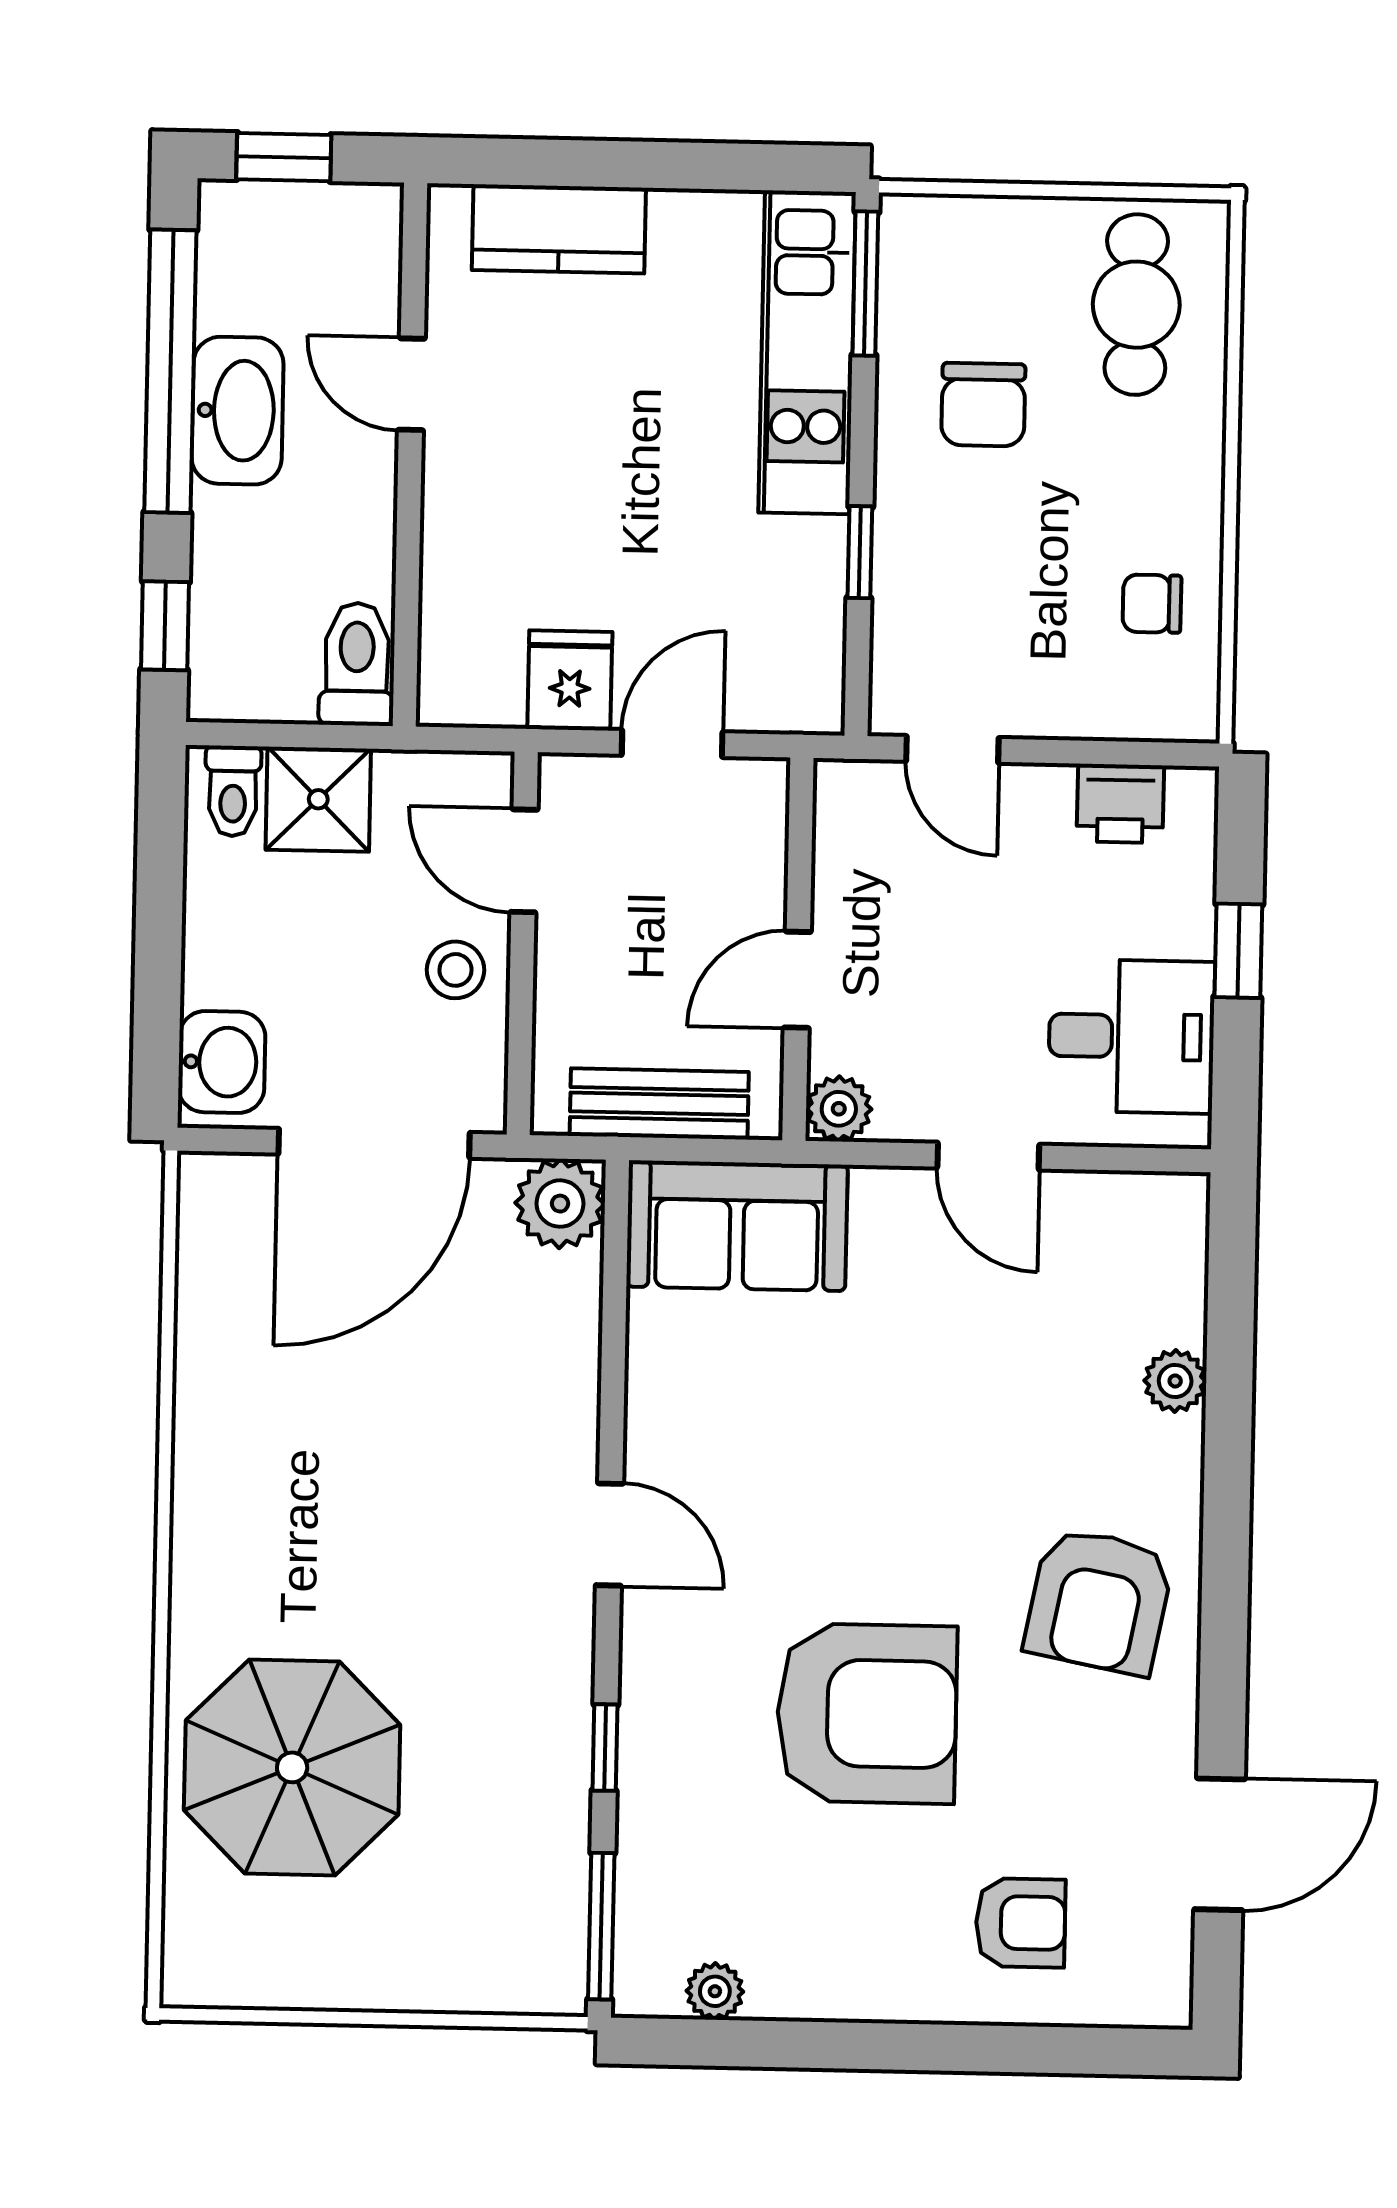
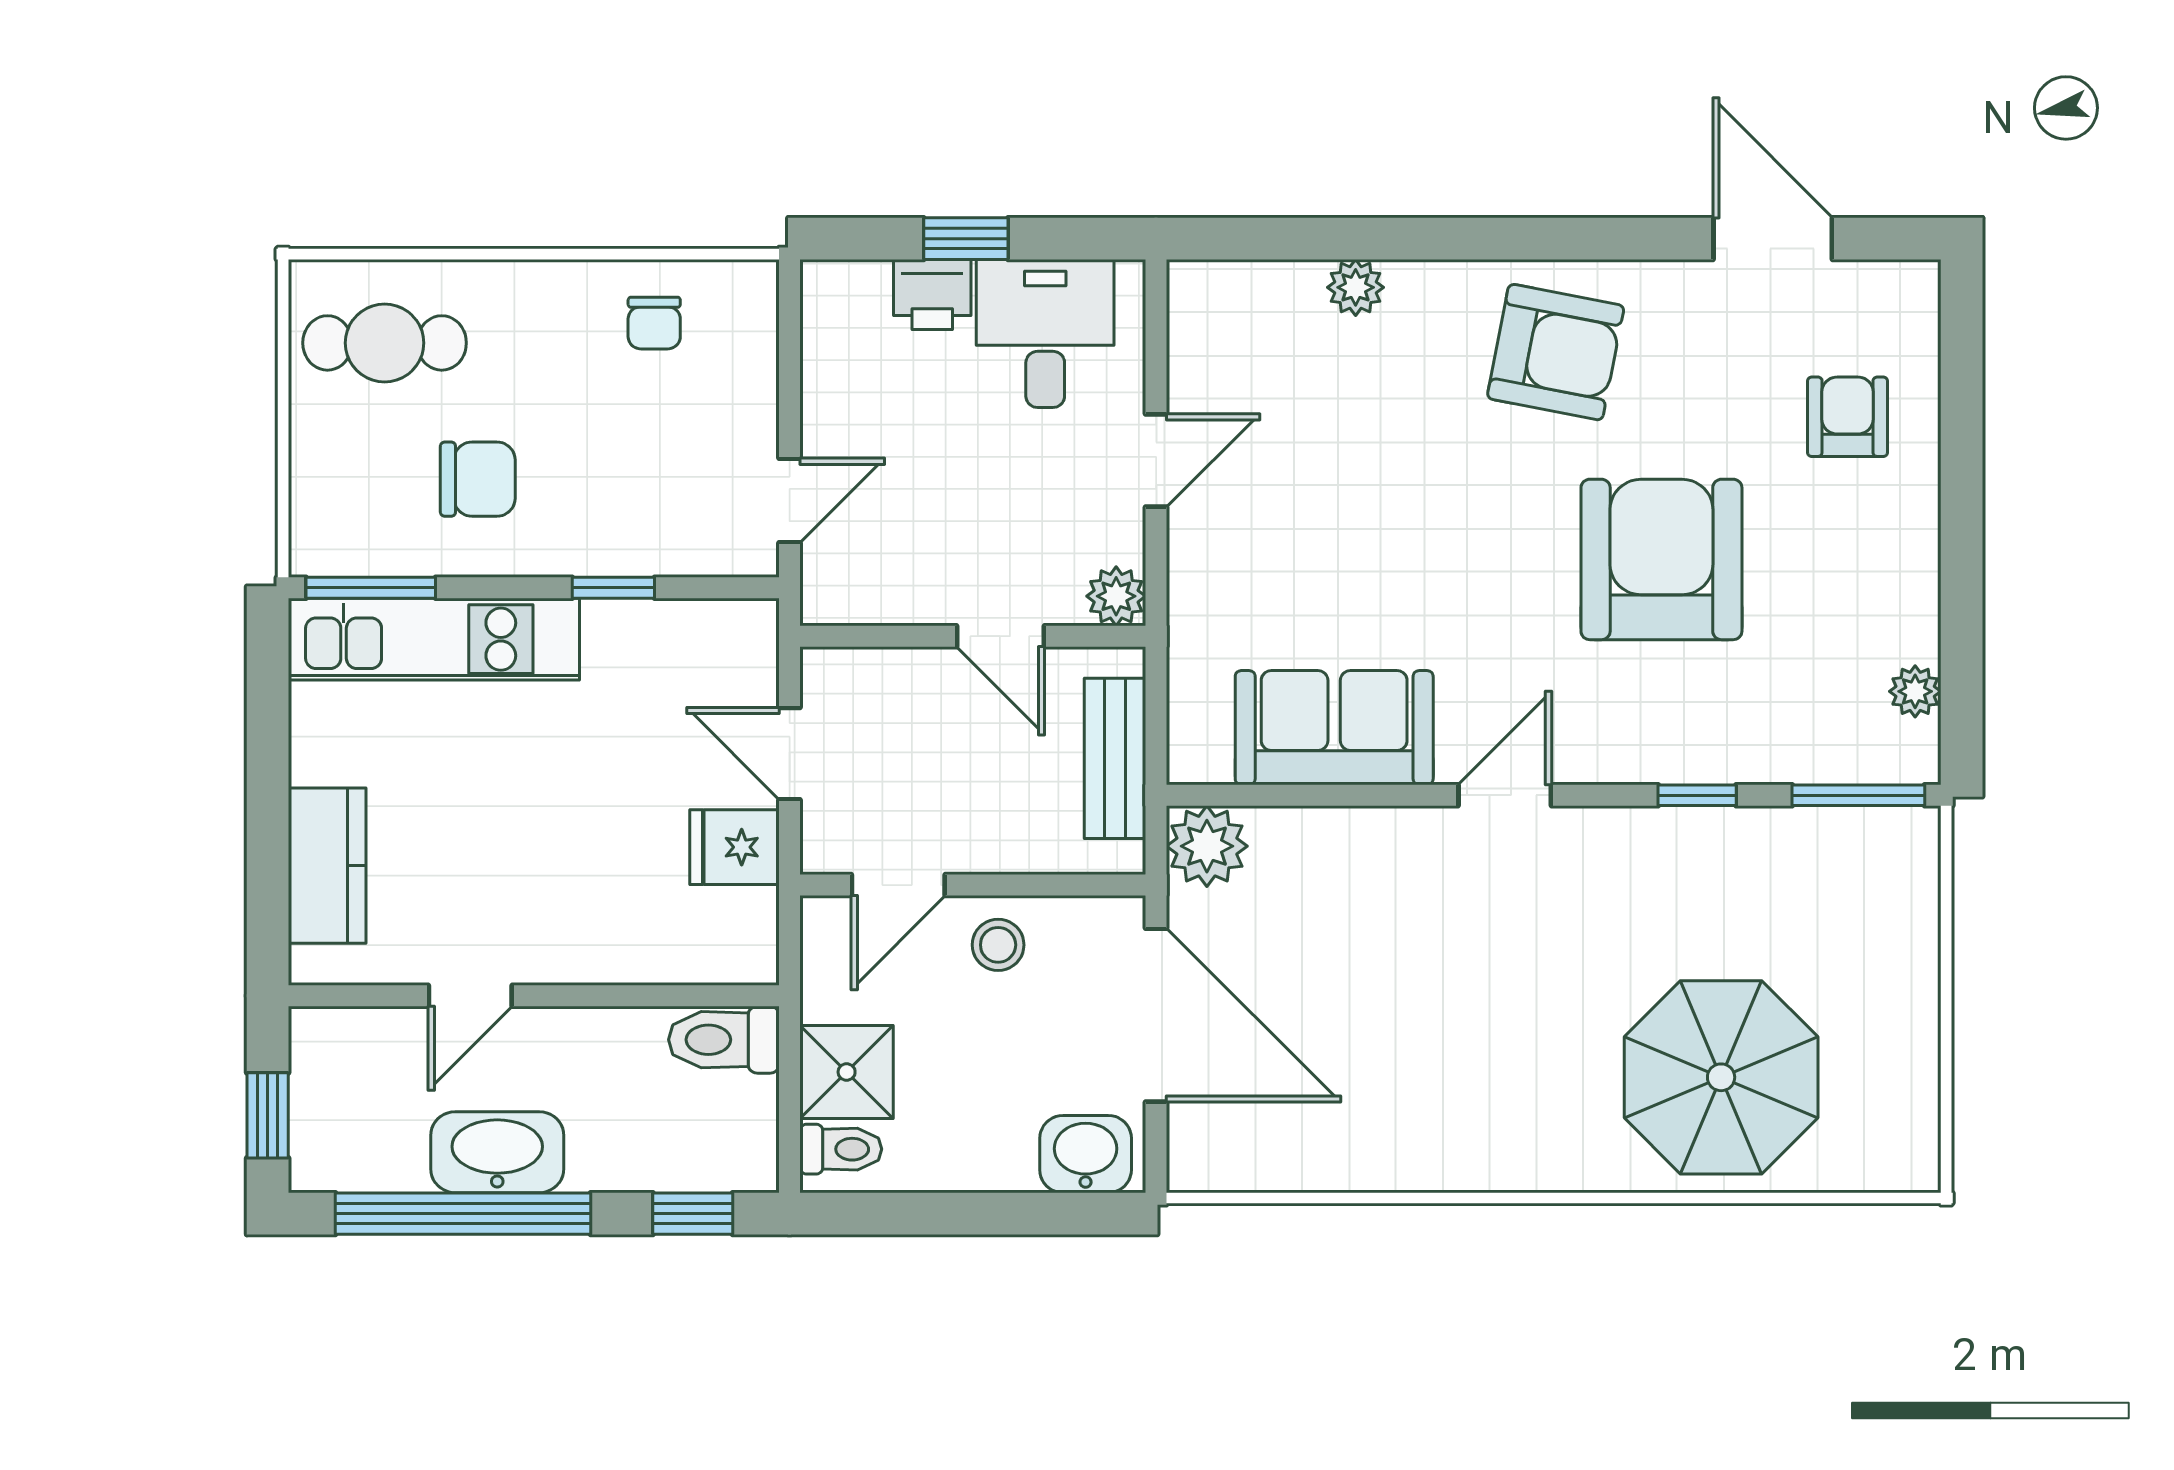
printer: (1120, 803) -> (932, 295), moved, turned 90
sofa: (737, 1226) -> (1334, 728), moved, turned -90

